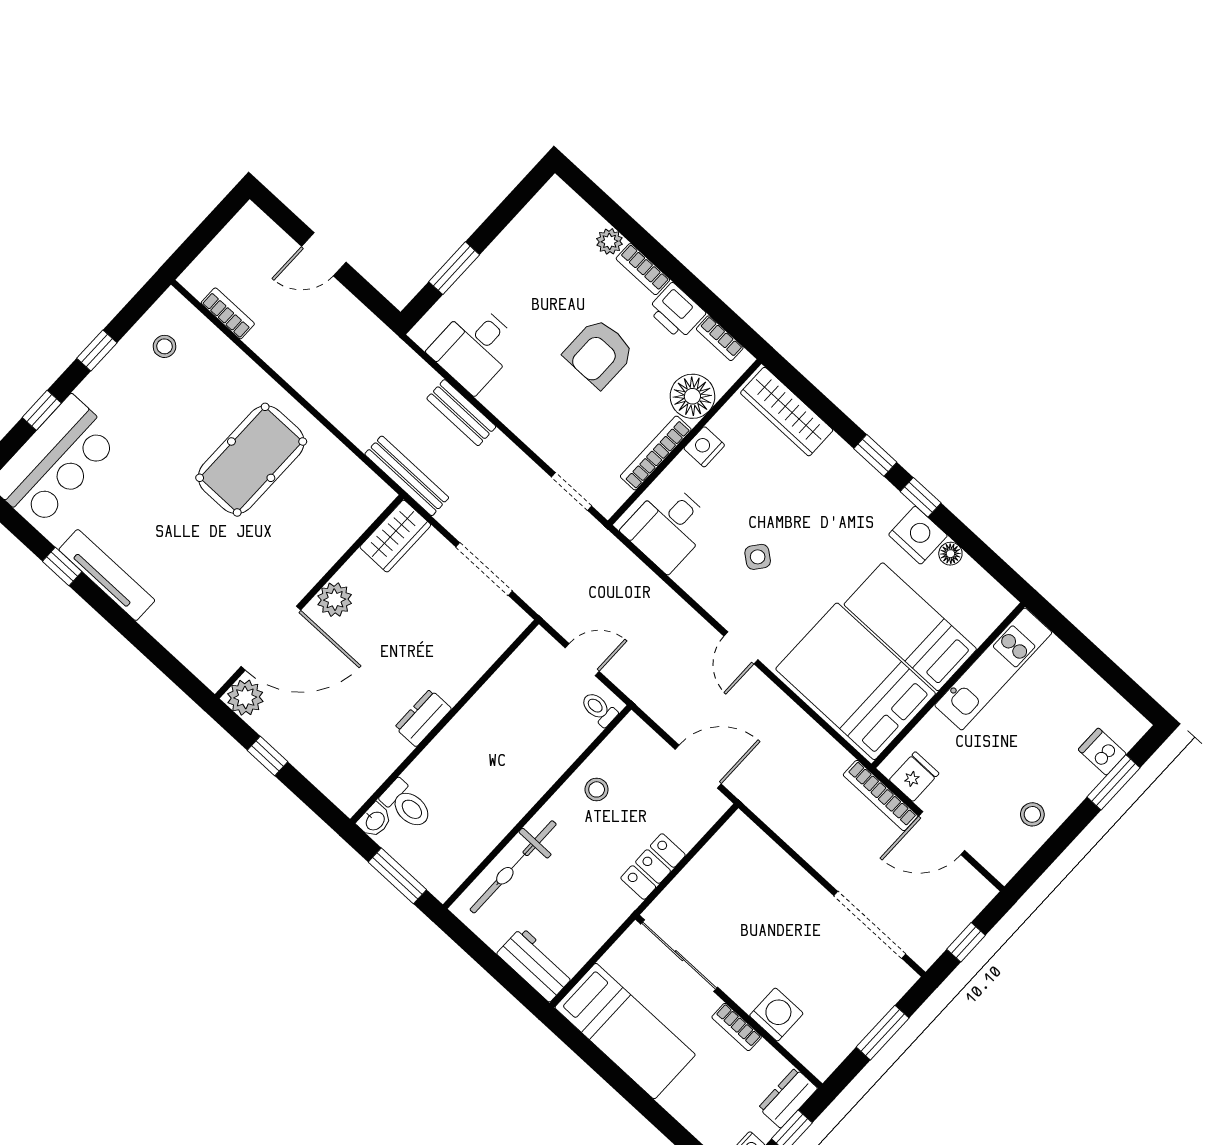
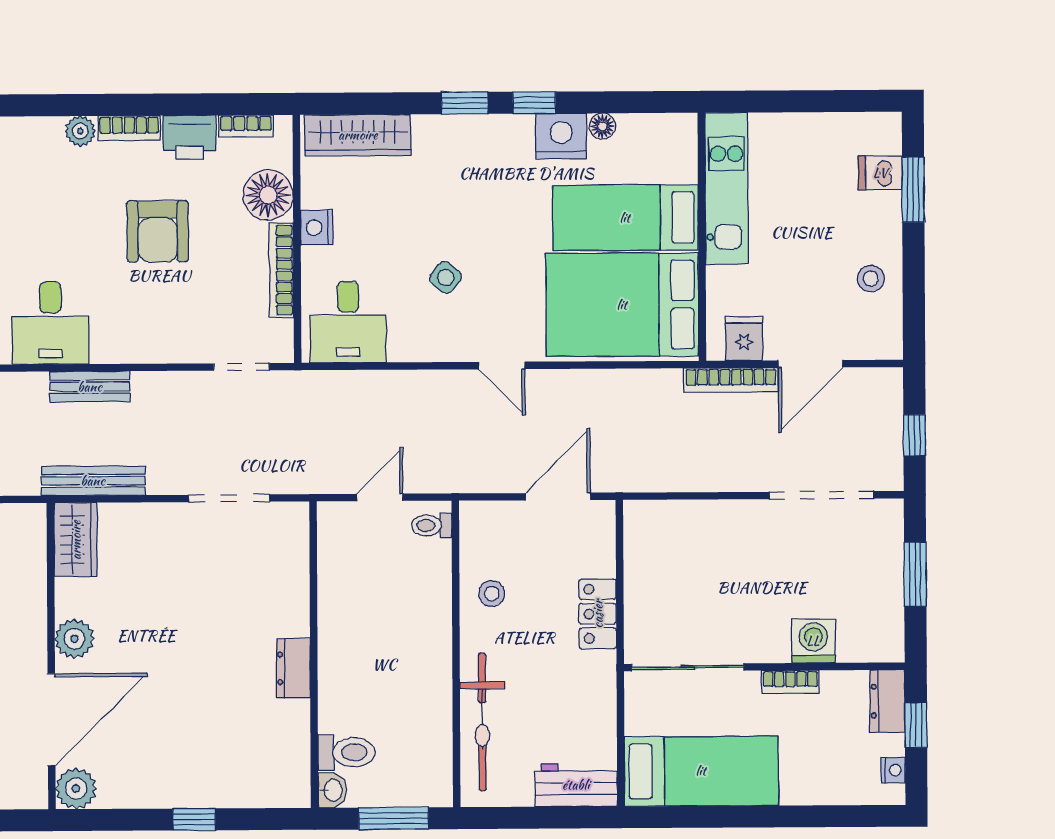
wardrobe: (395, 536) -> (76, 540), moved
wall: (309, 597) -> (51, 656), moved
plant: (335, 600) -> (74, 639), moved
door: (271, 638) -> (51, 720), moved
plant: (245, 698) -> (76, 789), moved

